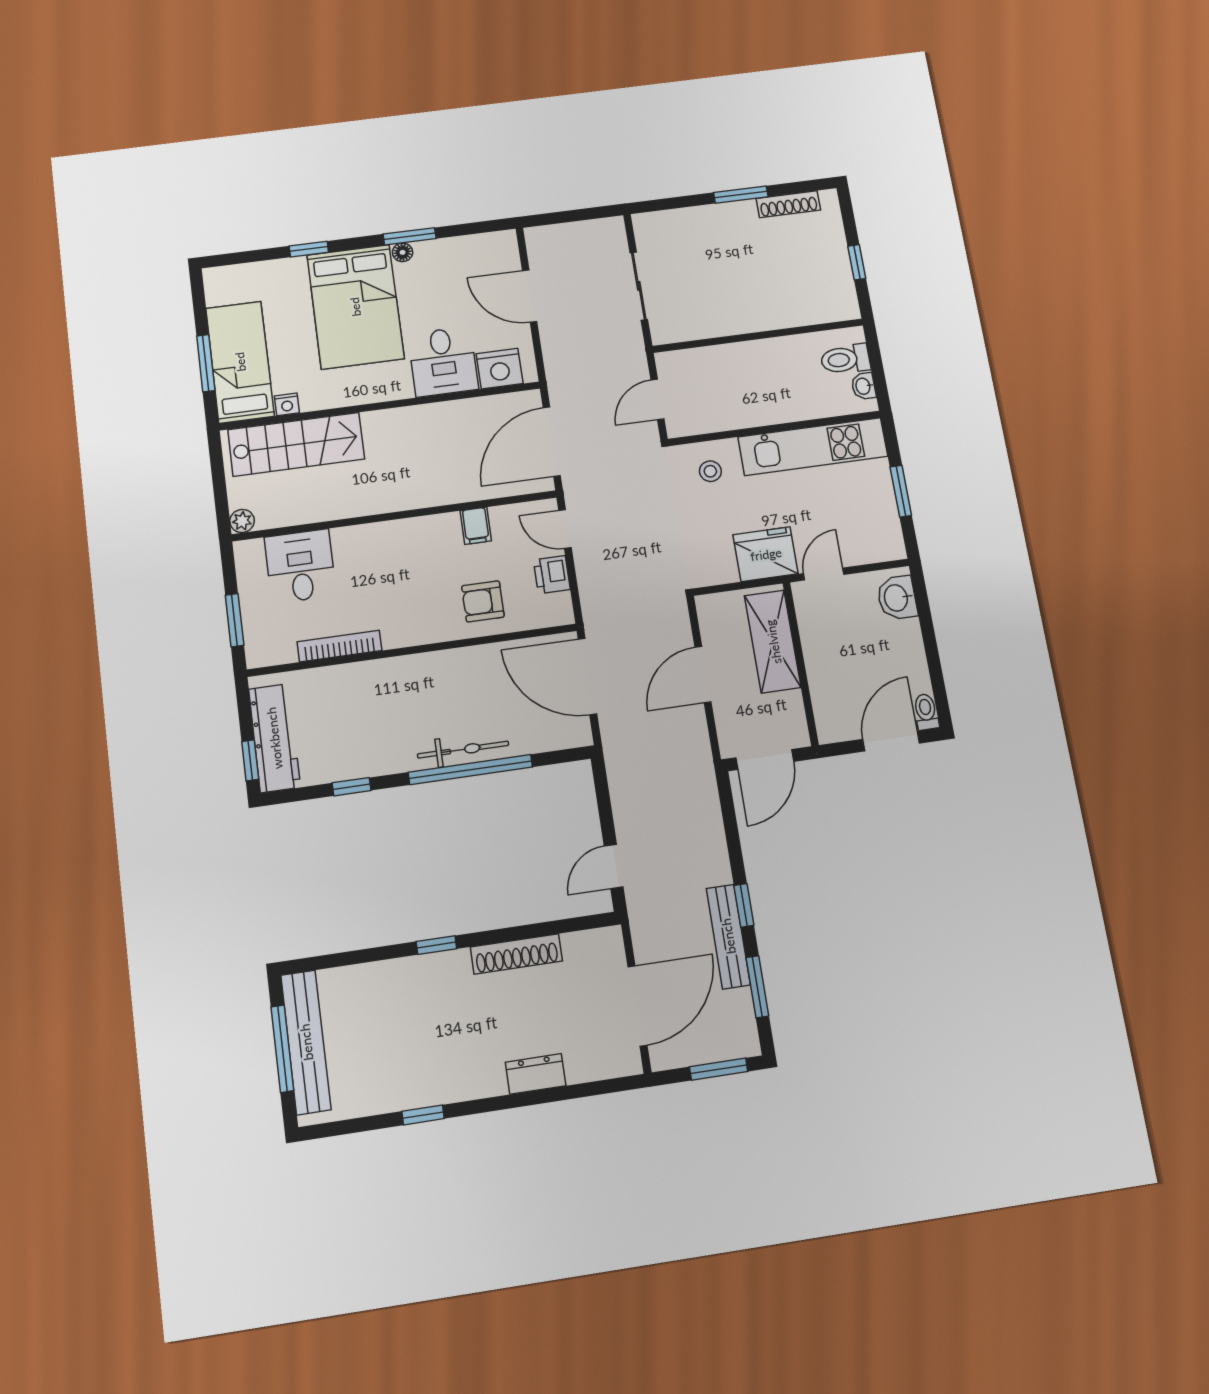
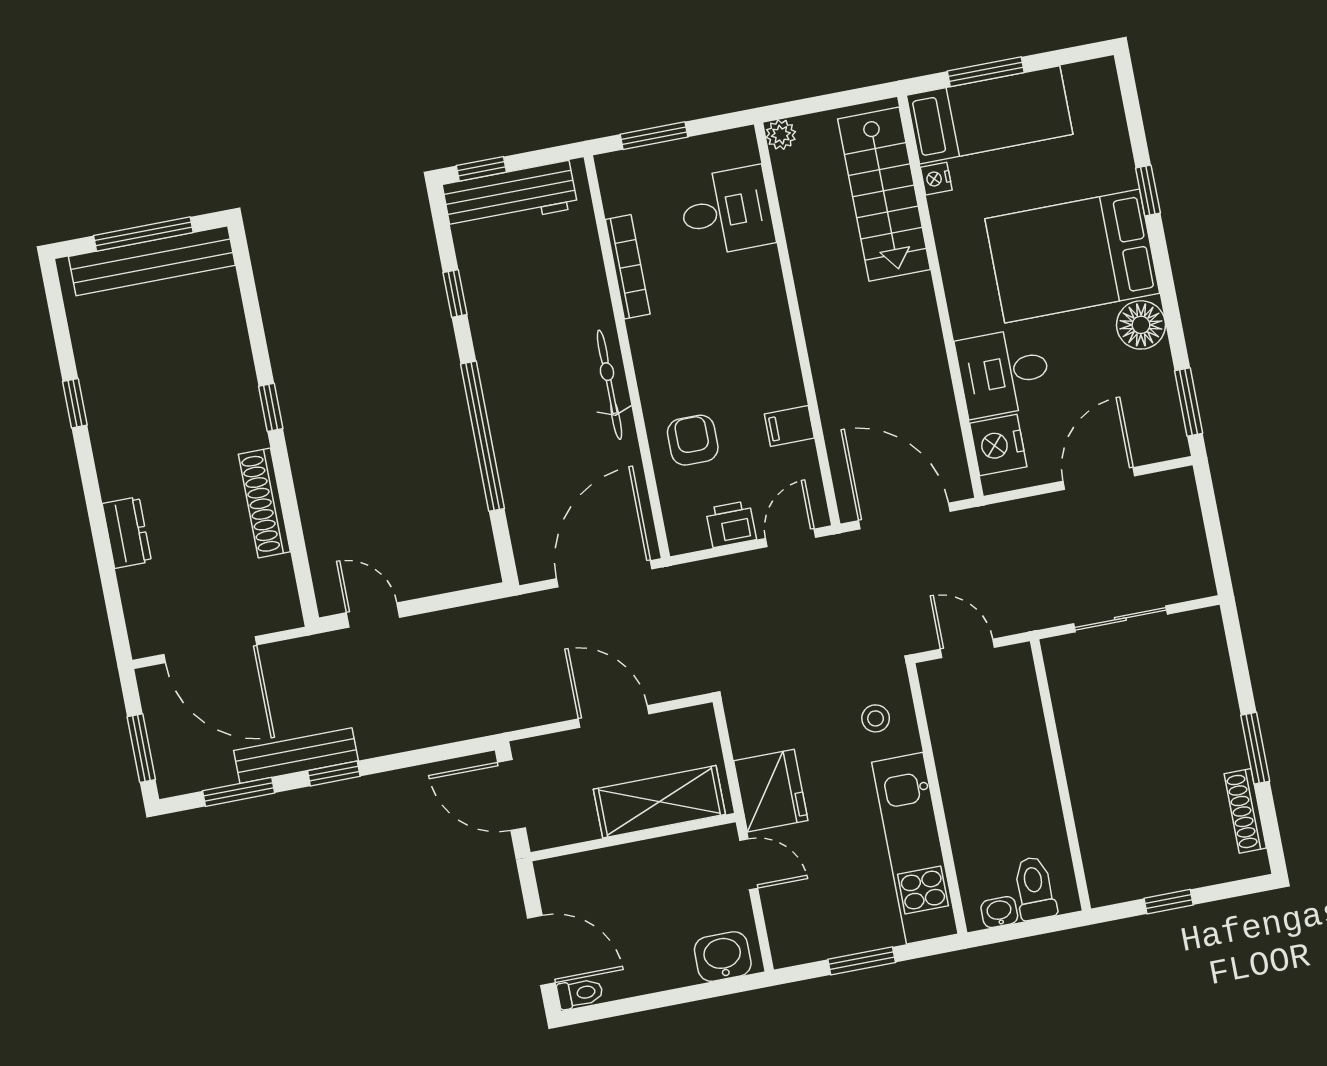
window: (410, 236) -> (1189, 402), moved
floor lamp: (403, 252) -> (1141, 325), width x1.89, depth x1.89
bicycle: (463, 750) -> (610, 385), moved, turned 180

